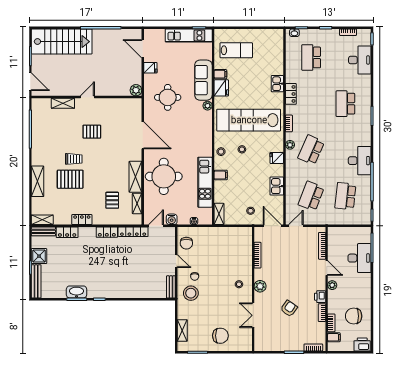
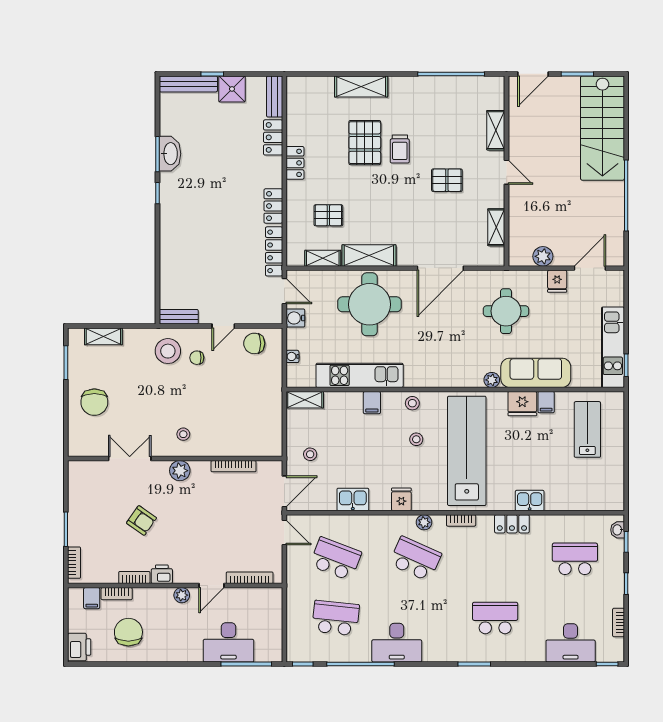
lab bench: (236, 50) -> (587, 429), turned 180
plant: (136, 90) -> (543, 256), moved
pallet: (92, 132) -> (447, 180), turned 90
shelving: (42, 220) -> (496, 227), moved

